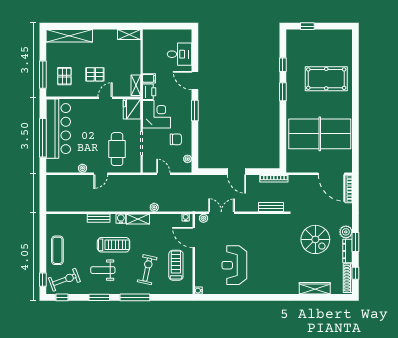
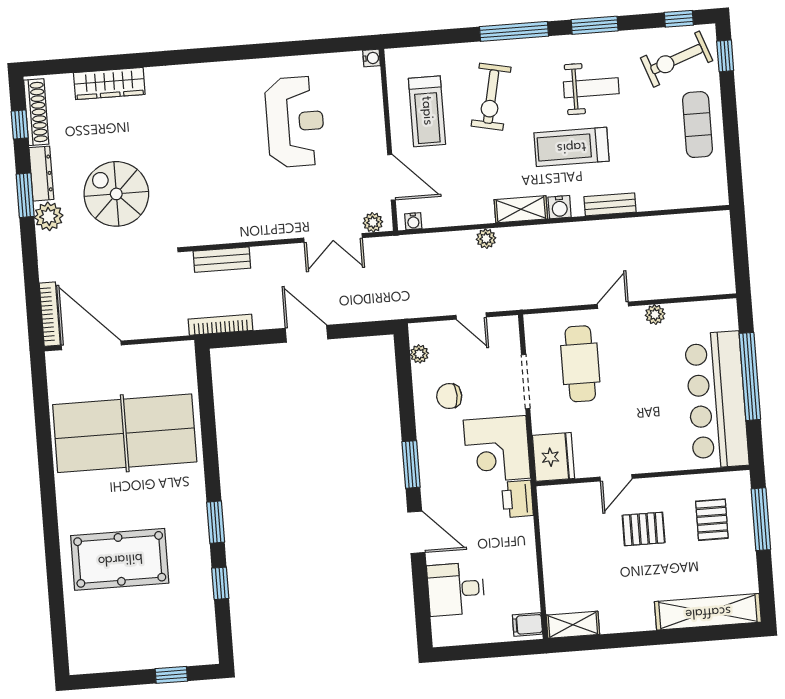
filing cabinet: (149, 78) -> (527, 624), moved
shelving: (136, 85) -> (549, 511), removed

